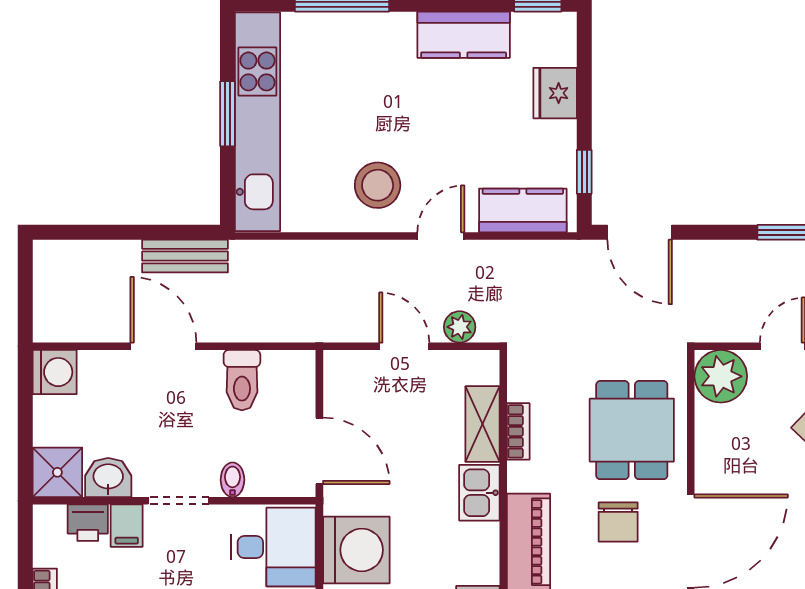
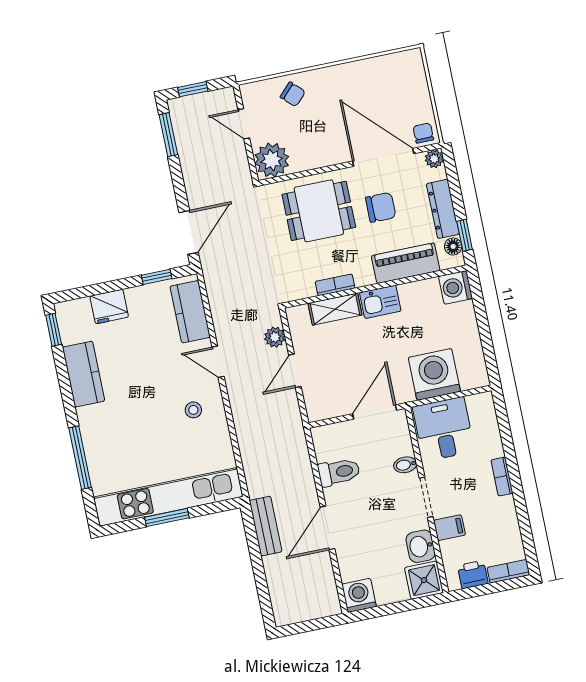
stool: (378, 185) -> (193, 410), width x0.53, depth x0.53
printer: (88, 523) -> (473, 574), moved, turned -90

